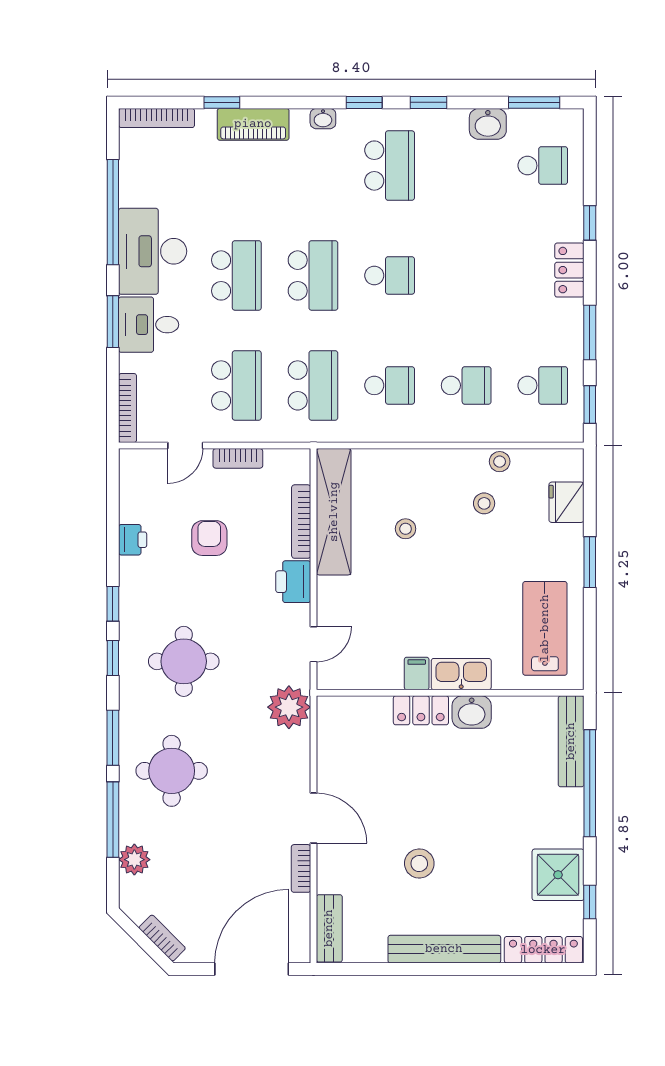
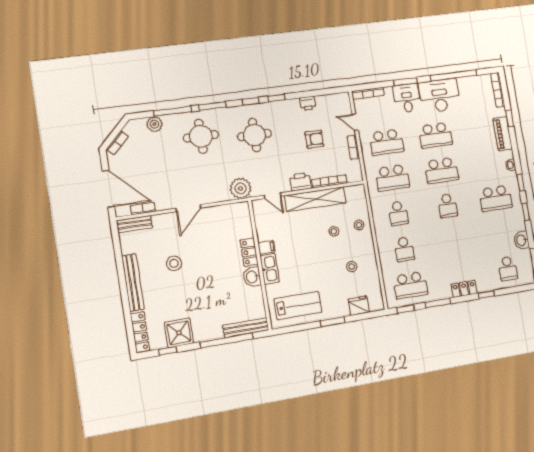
school desk: (543, 385) -> (410, 285), width x1.85
stool: (500, 462) -> (359, 225), moved
shelving: (334, 512) -> (315, 199), moved
bookcase: (301, 868) -> (143, 209), moved

